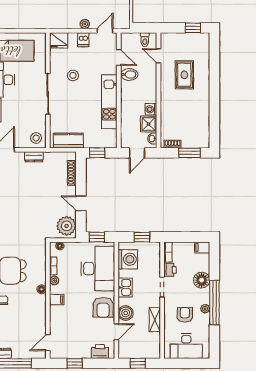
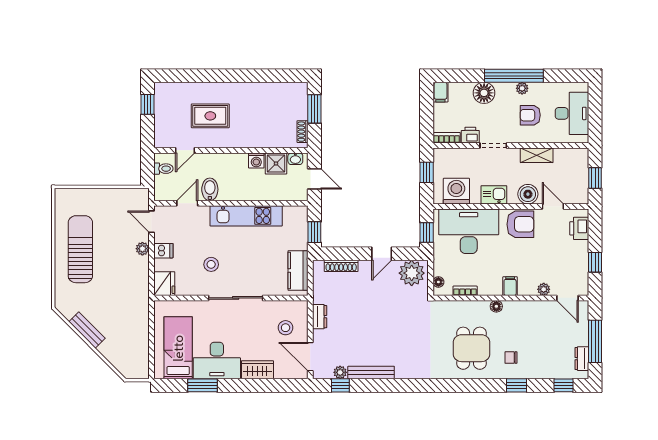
stool: (36, 138) -> (286, 328), moved
plant: (54, 281) -> (544, 289), moved

